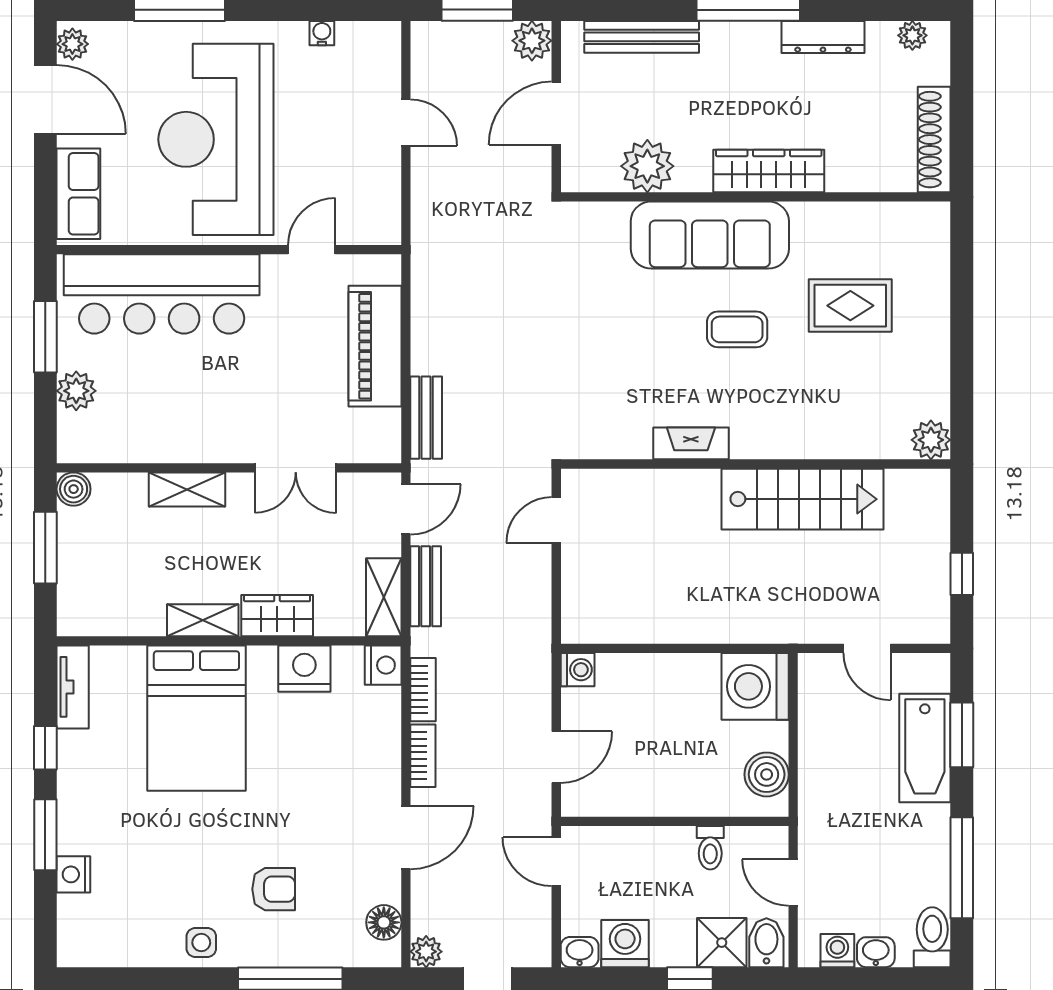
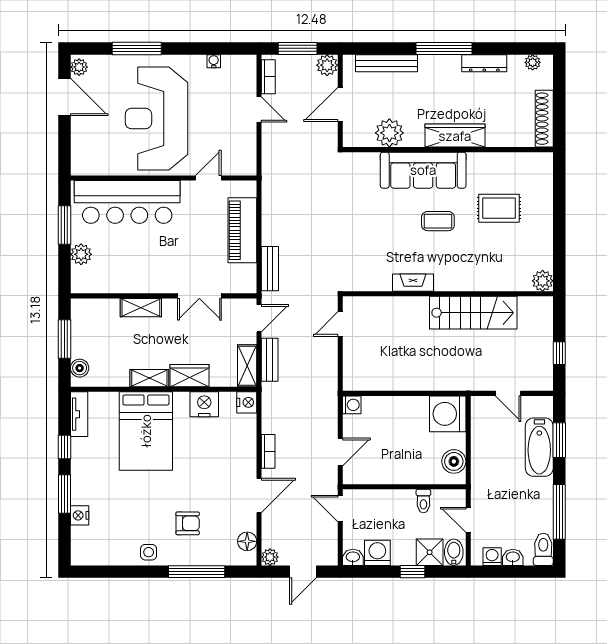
row of seats: (78, 194) -> (82, 148), removed
boiler: (74, 489) -> (80, 368), moved
bookcase: (423, 690) -> (268, 77), moved

